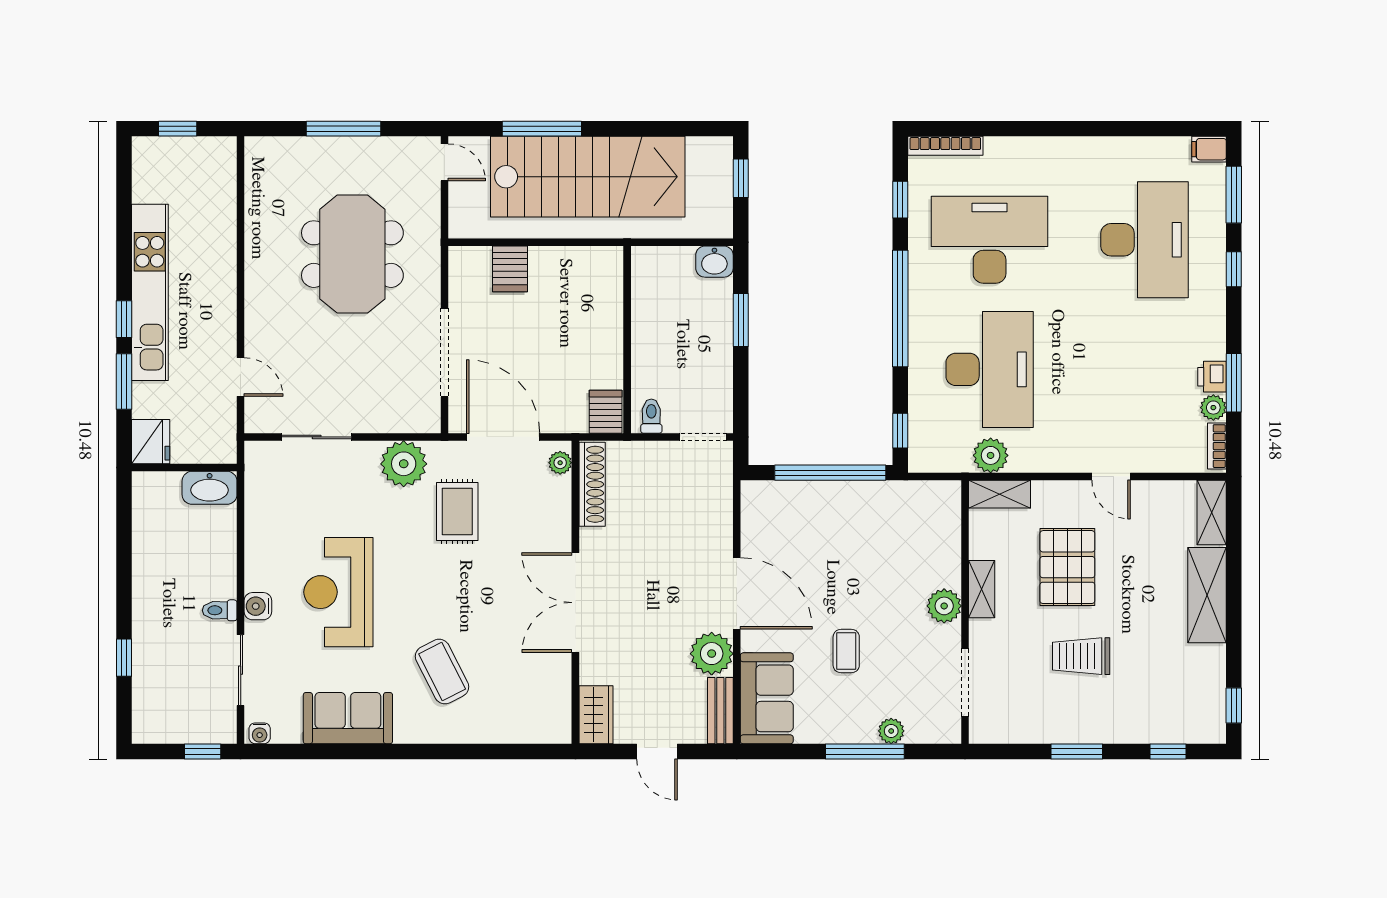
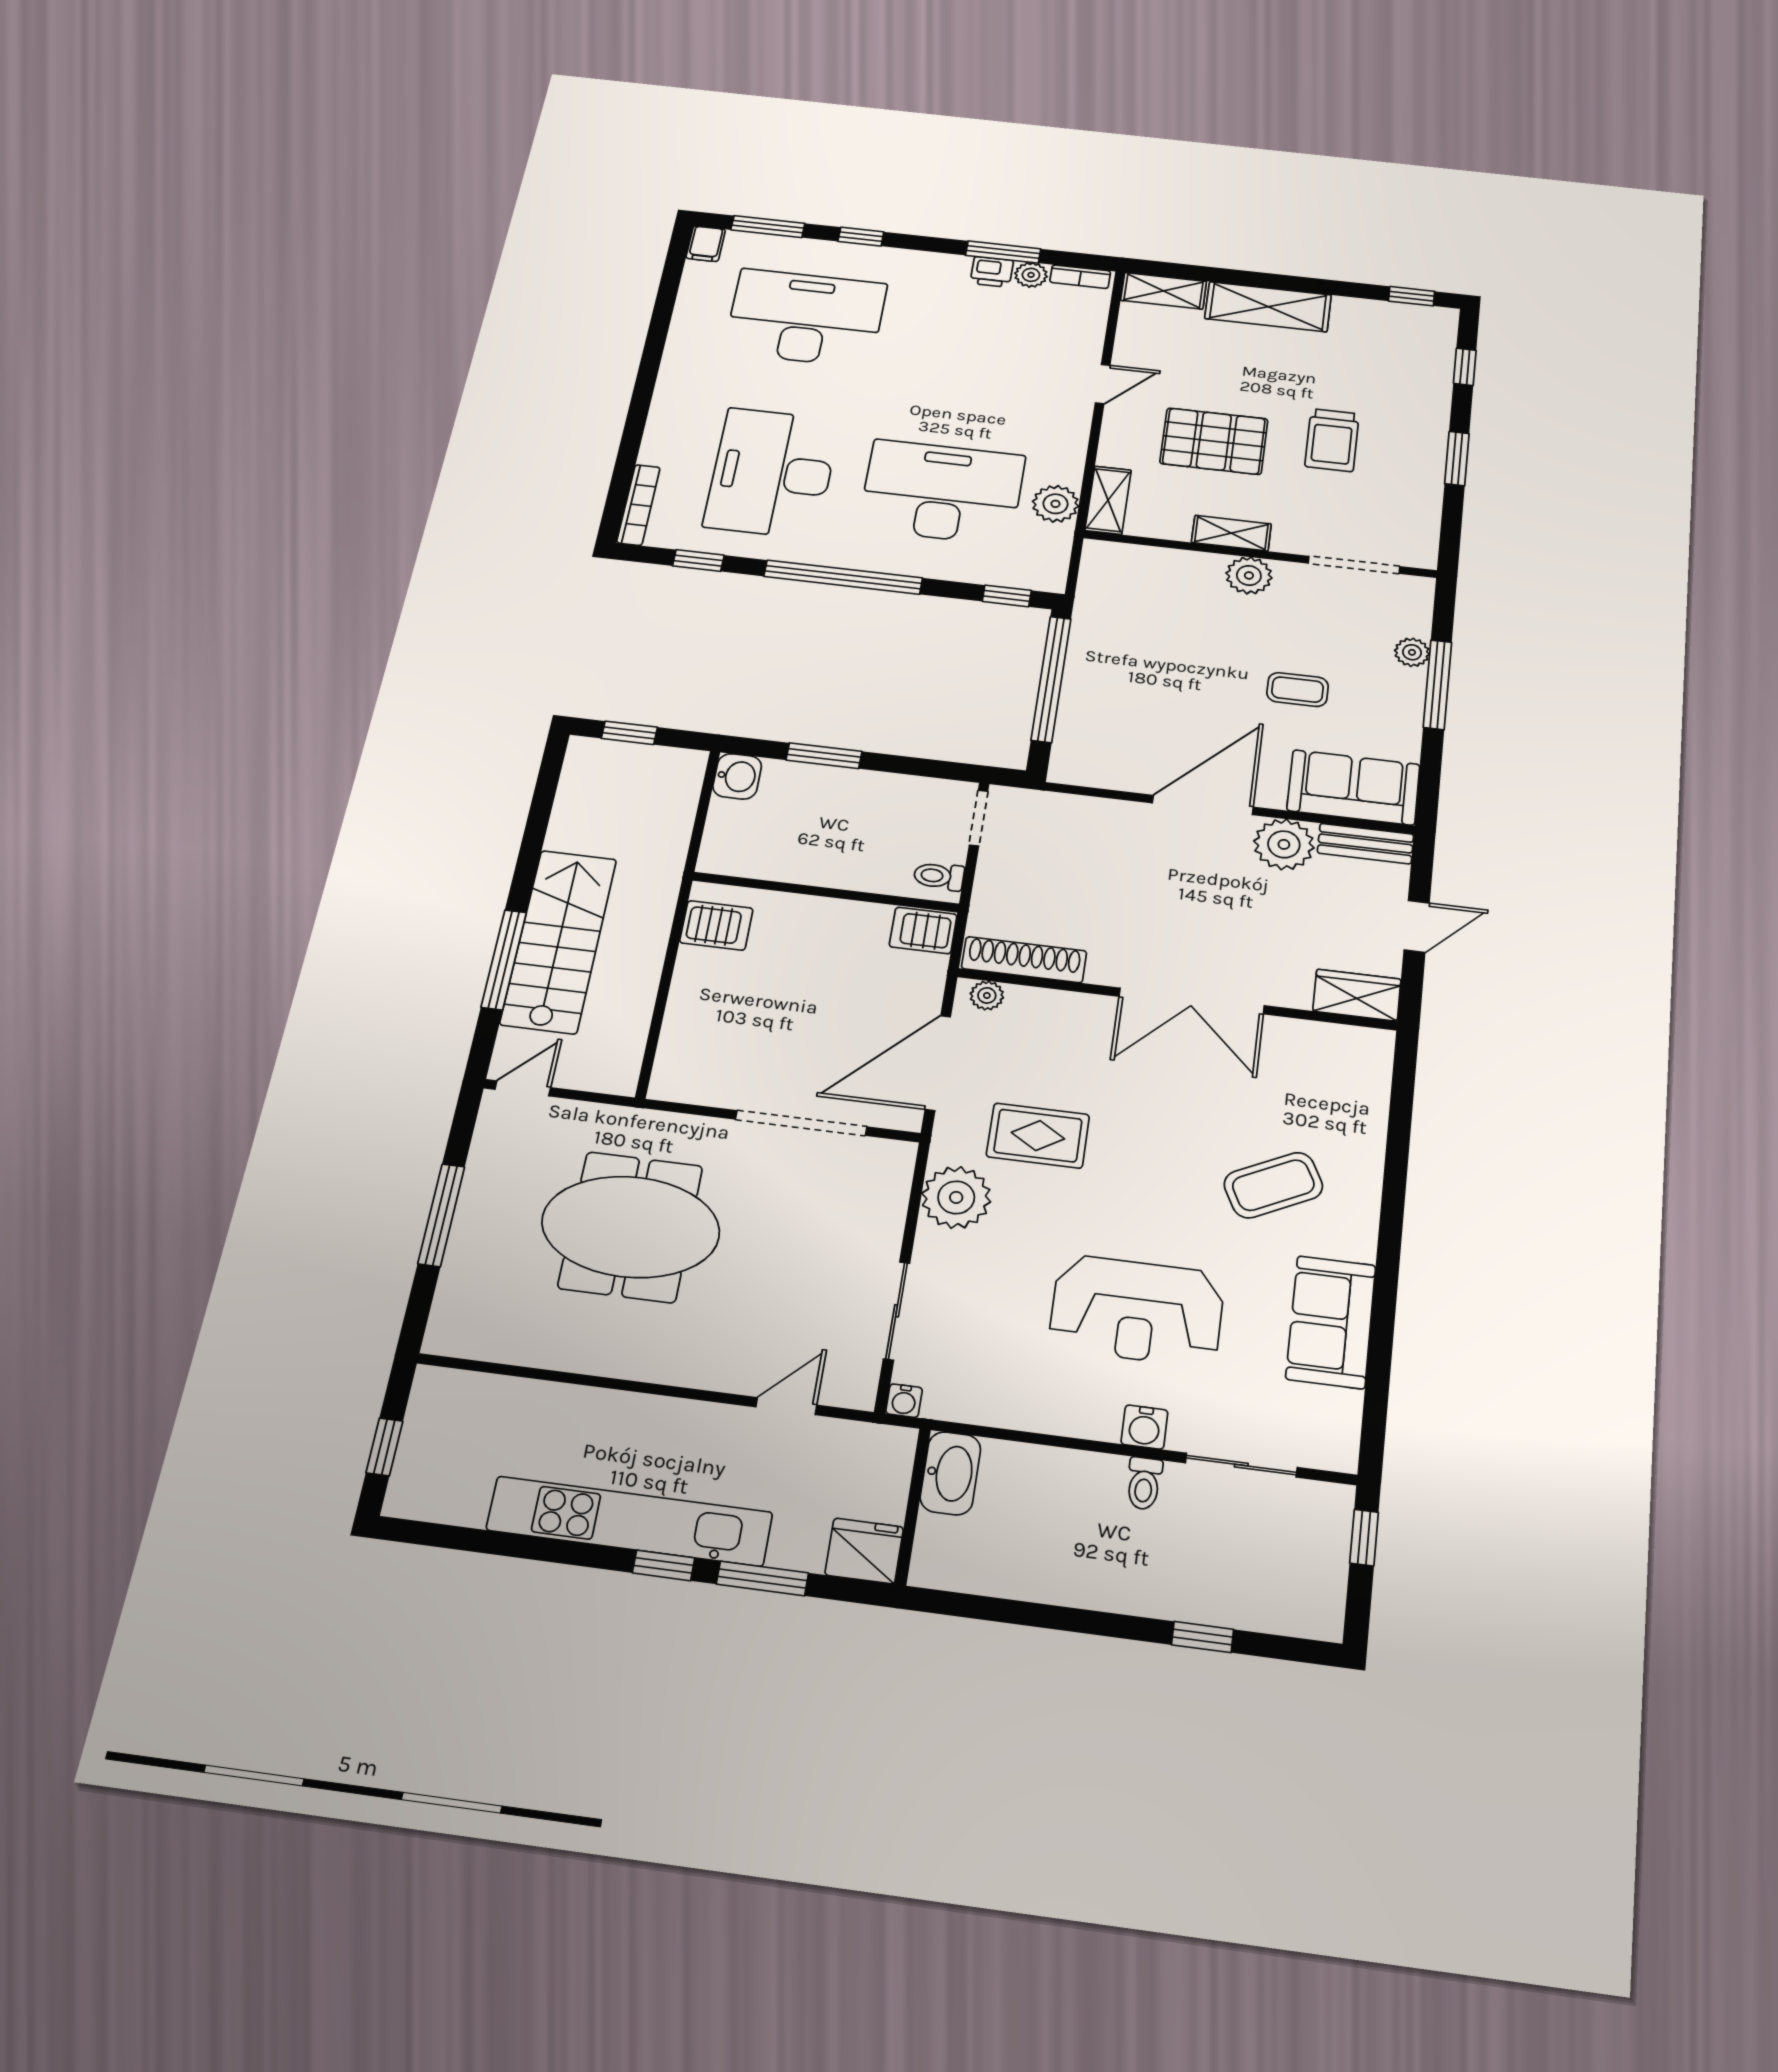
stairs: (588, 177) -> (559, 941), width x0.73, depth x0.66
server rack: (510, 269) -> (716, 925), moved
water cooler: (260, 733) -> (904, 1401), moved, turned 90

